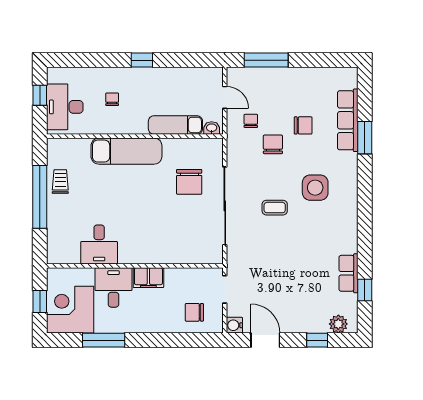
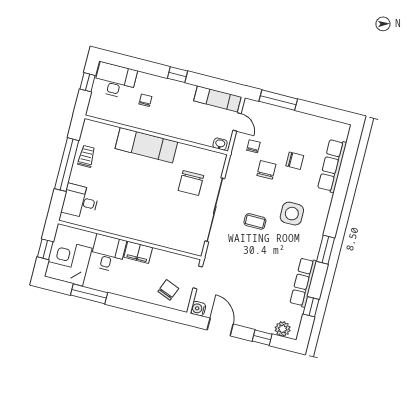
desk: (65, 107) -> (115, 80), moved, turned 90
exam couch: (175, 125) -> (218, 99), moved, turned 180
window: (365, 138) -> (326, 250), moved
desk: (99, 244) -> (80, 201), moved, turned 90
row of seats: (348, 273) -> (303, 282), width x1.48
chair: (194, 312) -> (168, 290), turned 112

